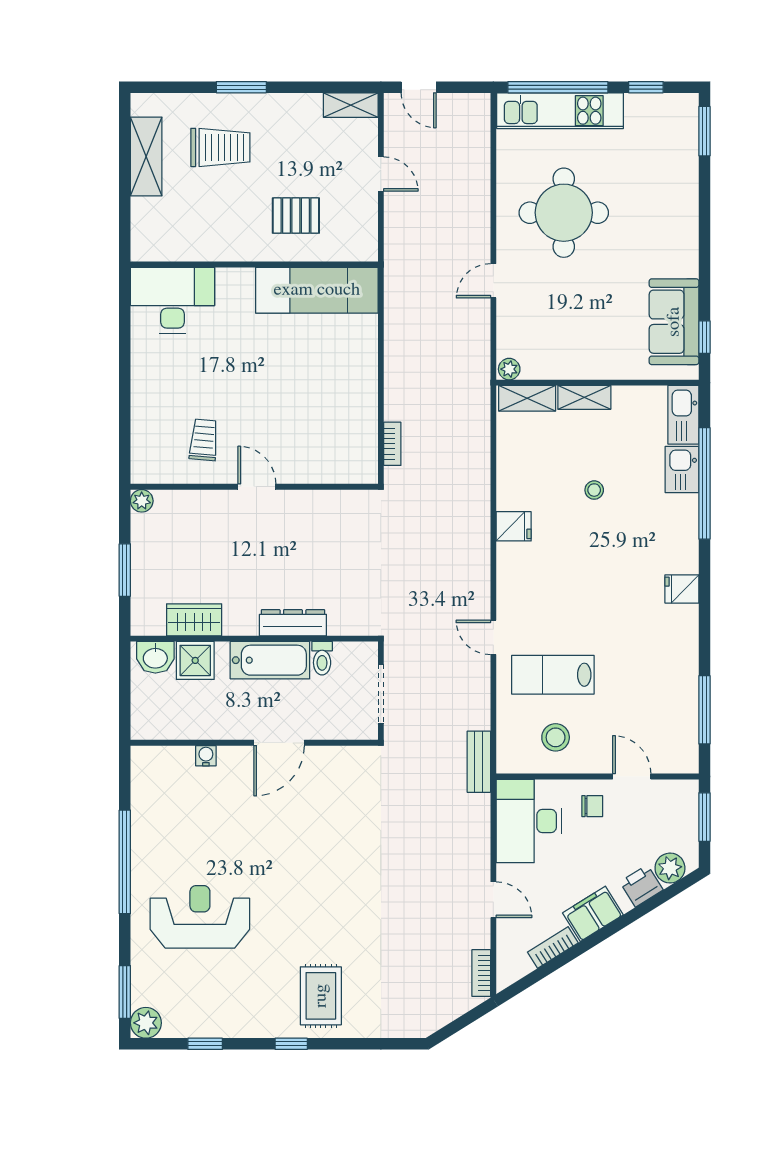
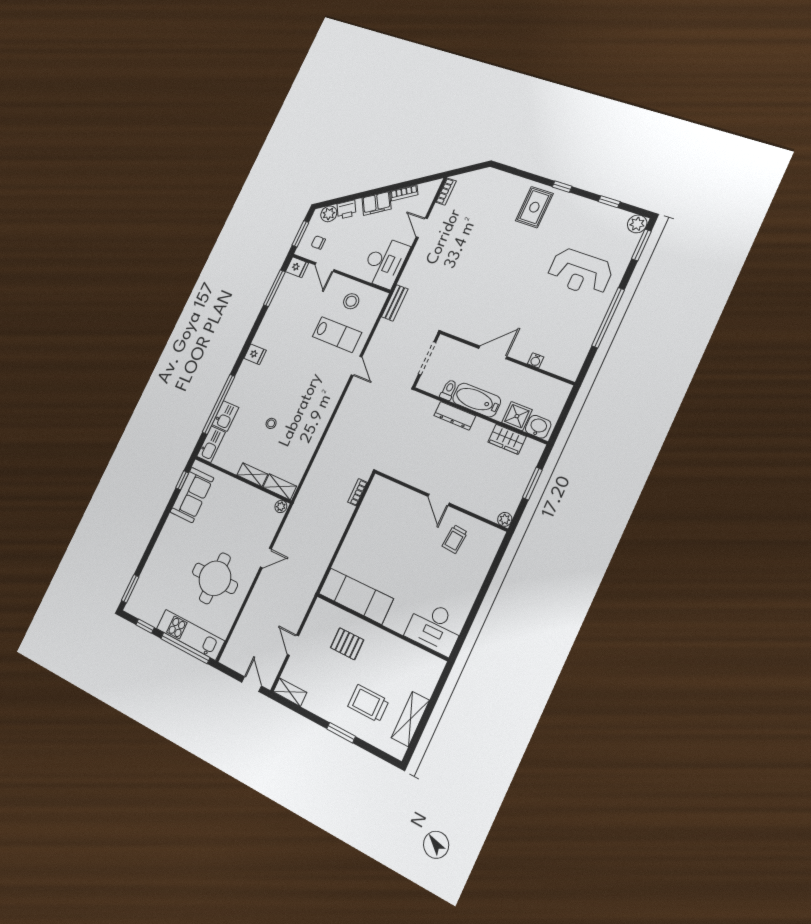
fridge: (514, 526) -> (297, 267), moved, turned 180
chair: (592, 806) -> (318, 243), moved

